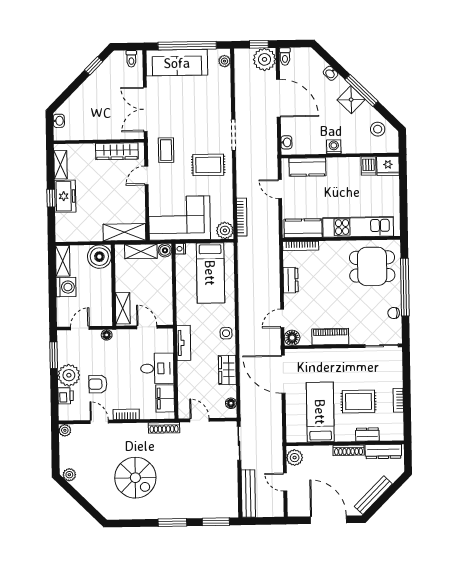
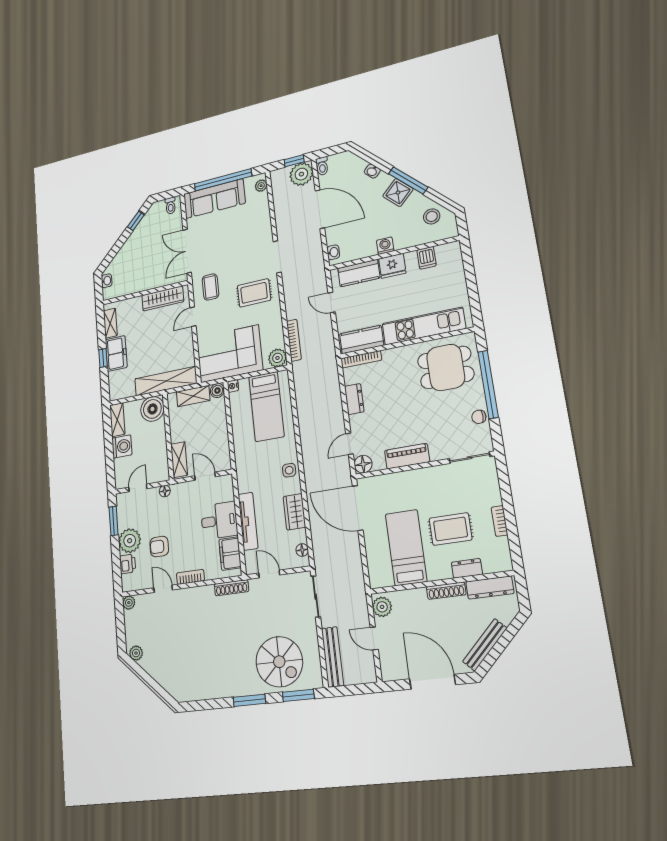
fridge: (388, 166) -> (392, 266), moved
shelving: (124, 232) -> (166, 381), width x1.47
tv unit: (184, 343) -> (248, 521), moved, width x1.41
spiral stairs: (135, 478) -> (279, 662), moved

